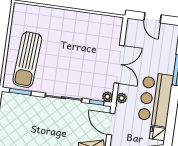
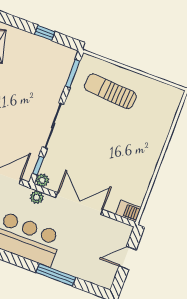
barbecue: (116, 25) -> (128, 211), added
sun lounger: (27, 60) -> (110, 91), width x0.73, depth x0.75
double door: (119, 64) -> (79, 204), swing flipped

